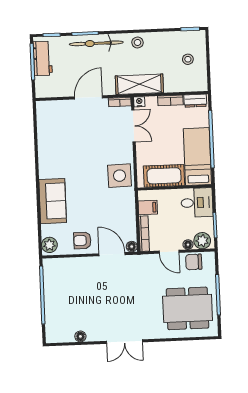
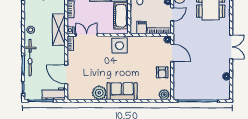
workbench: (43, 58) -> (54, 94), moved
door: (88, 97) -> (66, 74), moved
plant: (48, 148) -> (99, 93), added
sofa: (53, 201) -> (122, 91), moved
door: (112, 254) -> (172, 53), swing flipped

